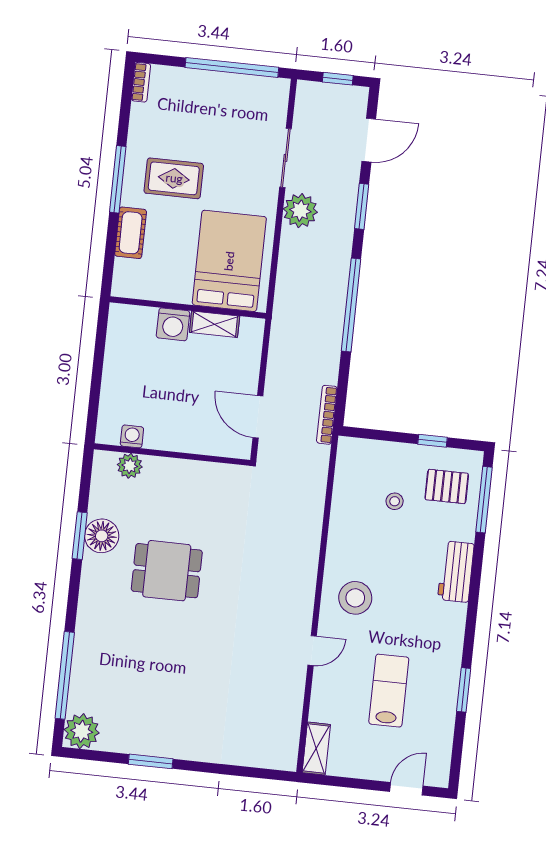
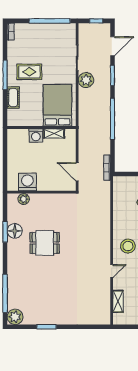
washing machine: (132, 436) -> (27, 182), width x1.89, depth x1.89
shelving: (316, 749) -> (118, 301), moved

